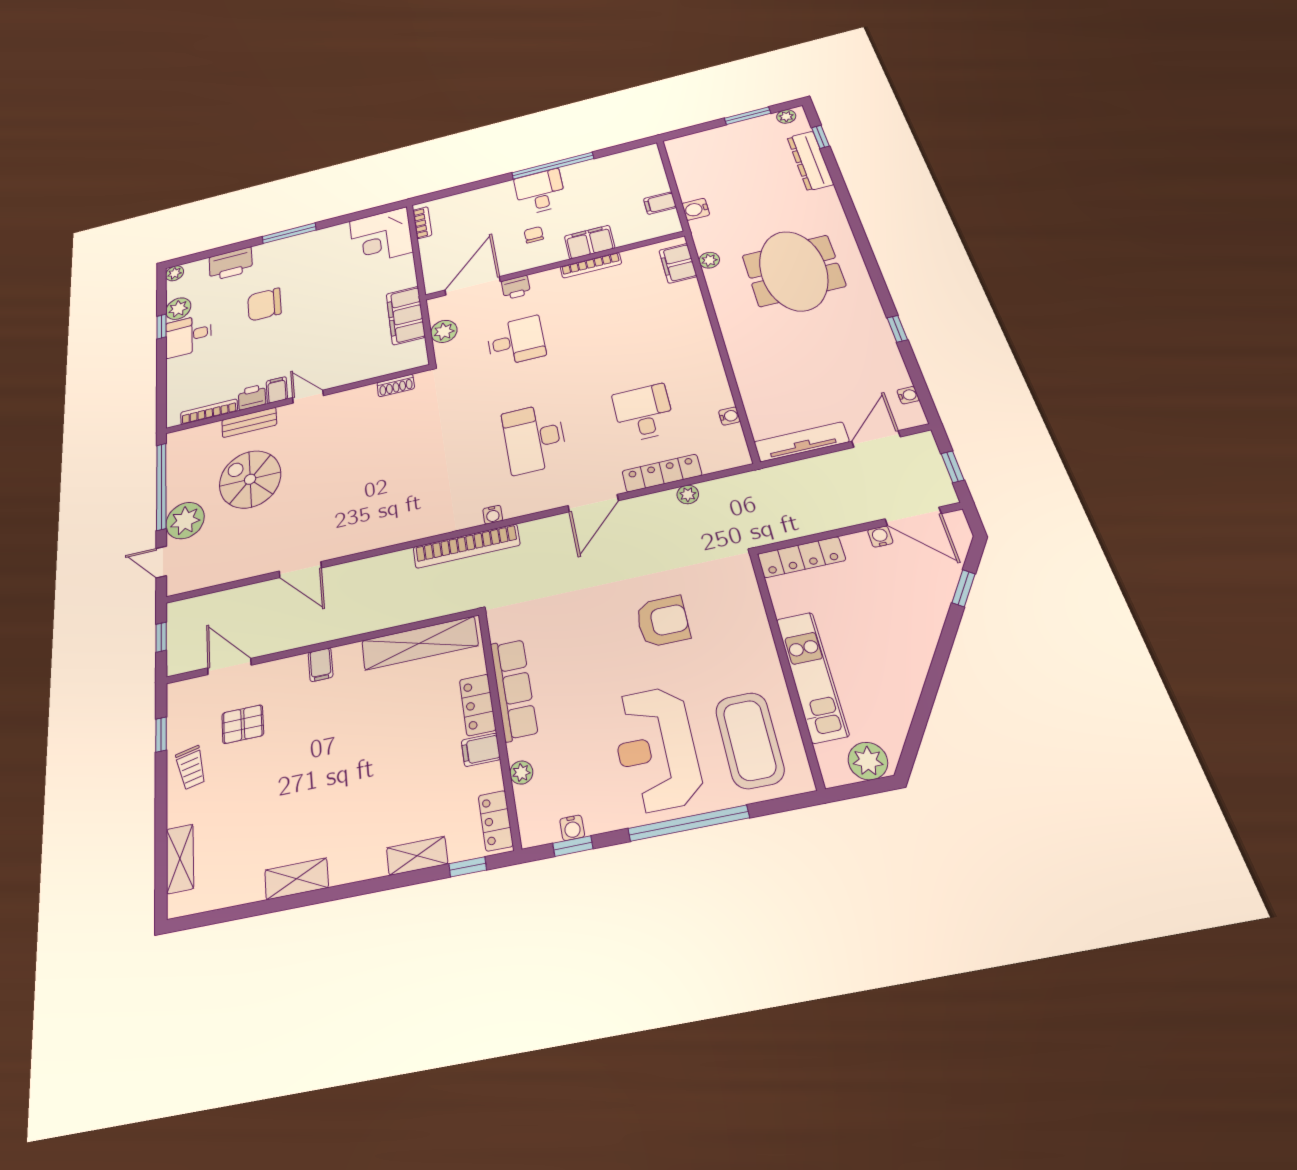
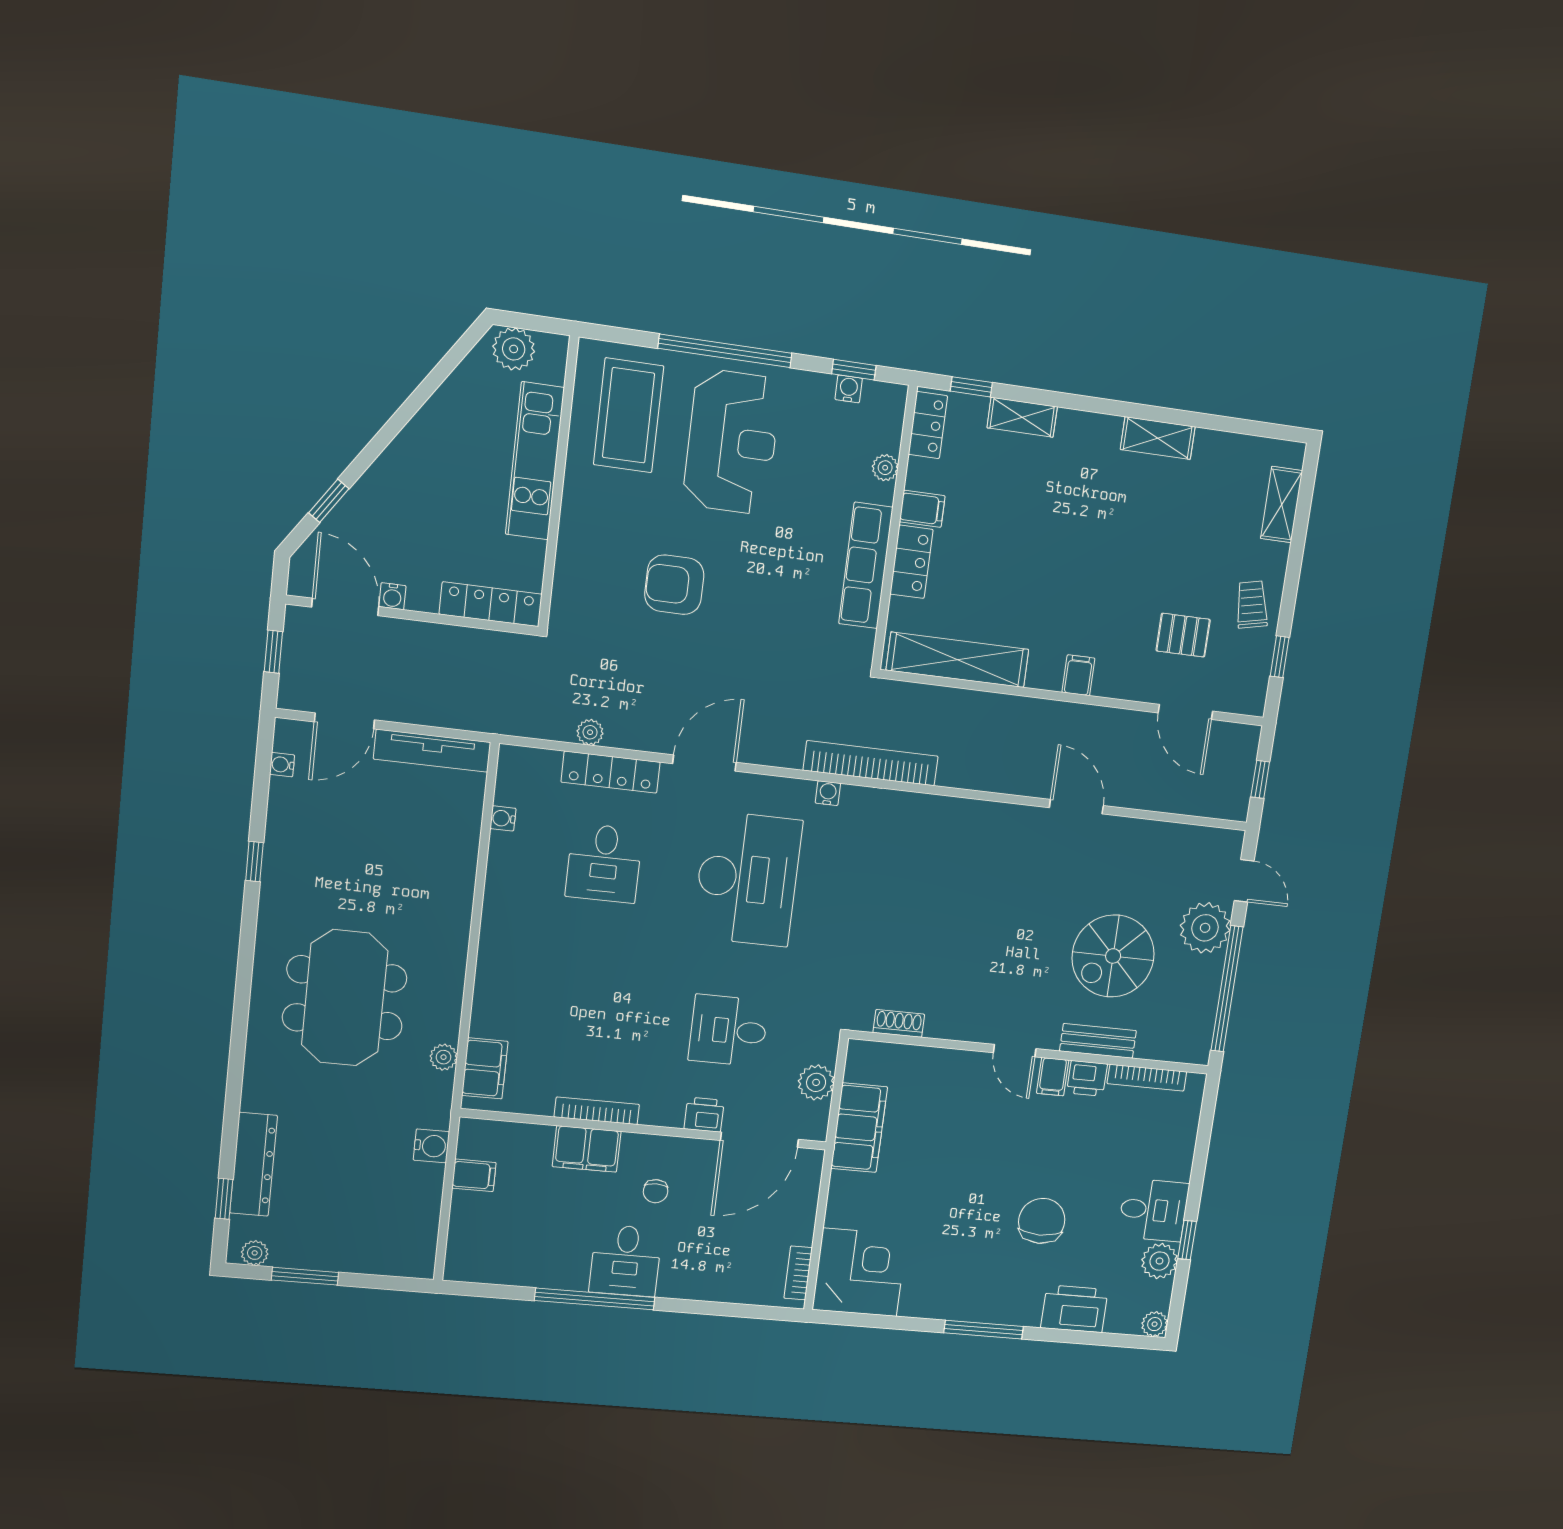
chair: (264, 304) -> (1042, 1221), turned -90
desk: (534, 438) -> (747, 879), width x1.36, depth x1.30
spiral stairs: (250, 479) -> (1113, 956), turned 90

